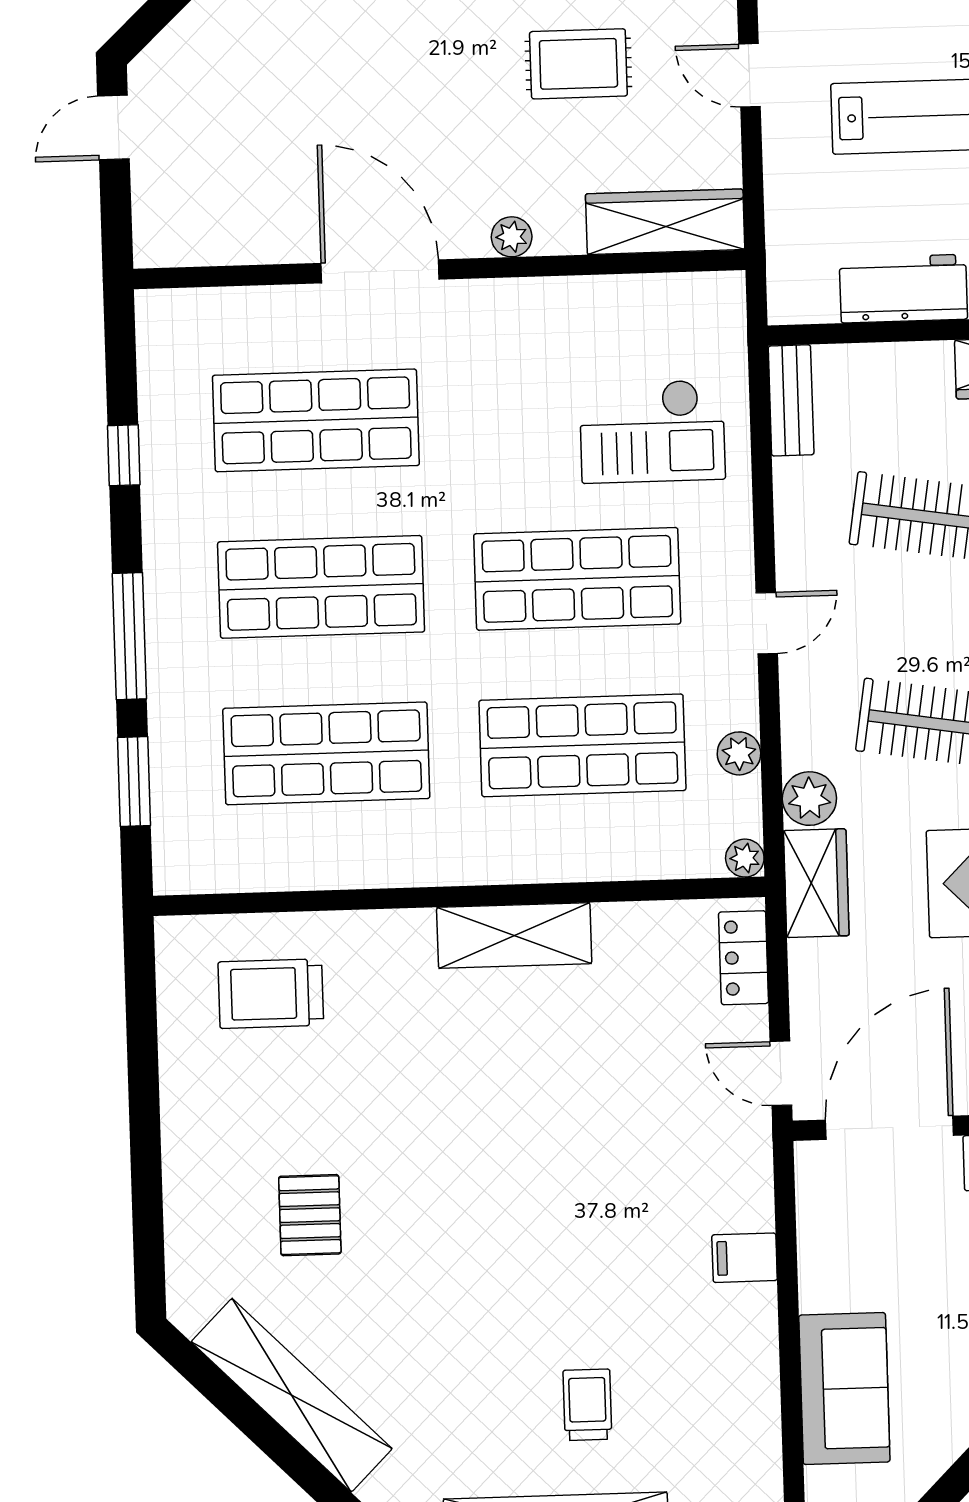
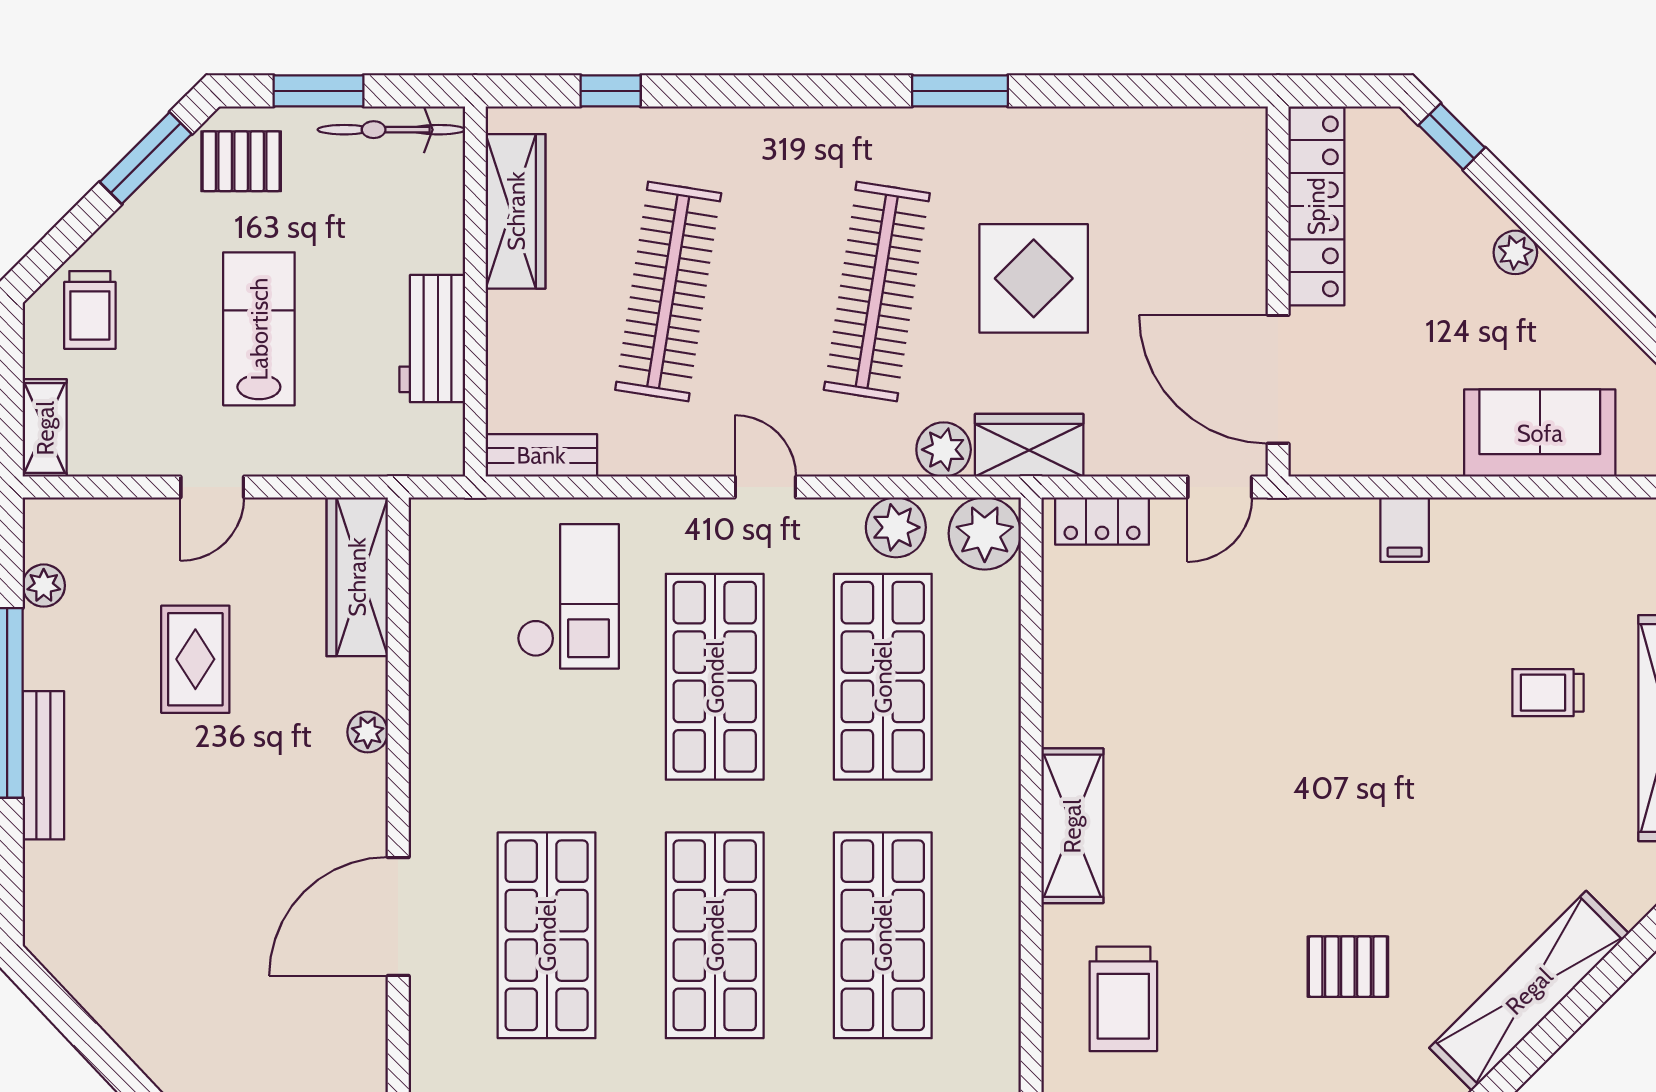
door: (380, 271) -> (398, 916), moved
plant: (739, 753) -> (896, 527), width x1.38, depth x1.38
plant: (745, 858) -> (985, 533), width x1.87, depth x1.87
shelving: (514, 935) -> (1072, 826), moved

